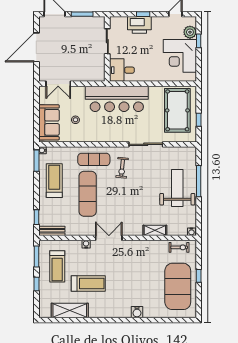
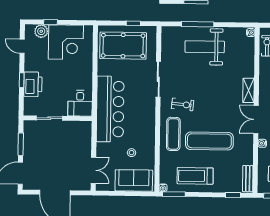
shelving: (155, 230) -> (248, 90), moved

